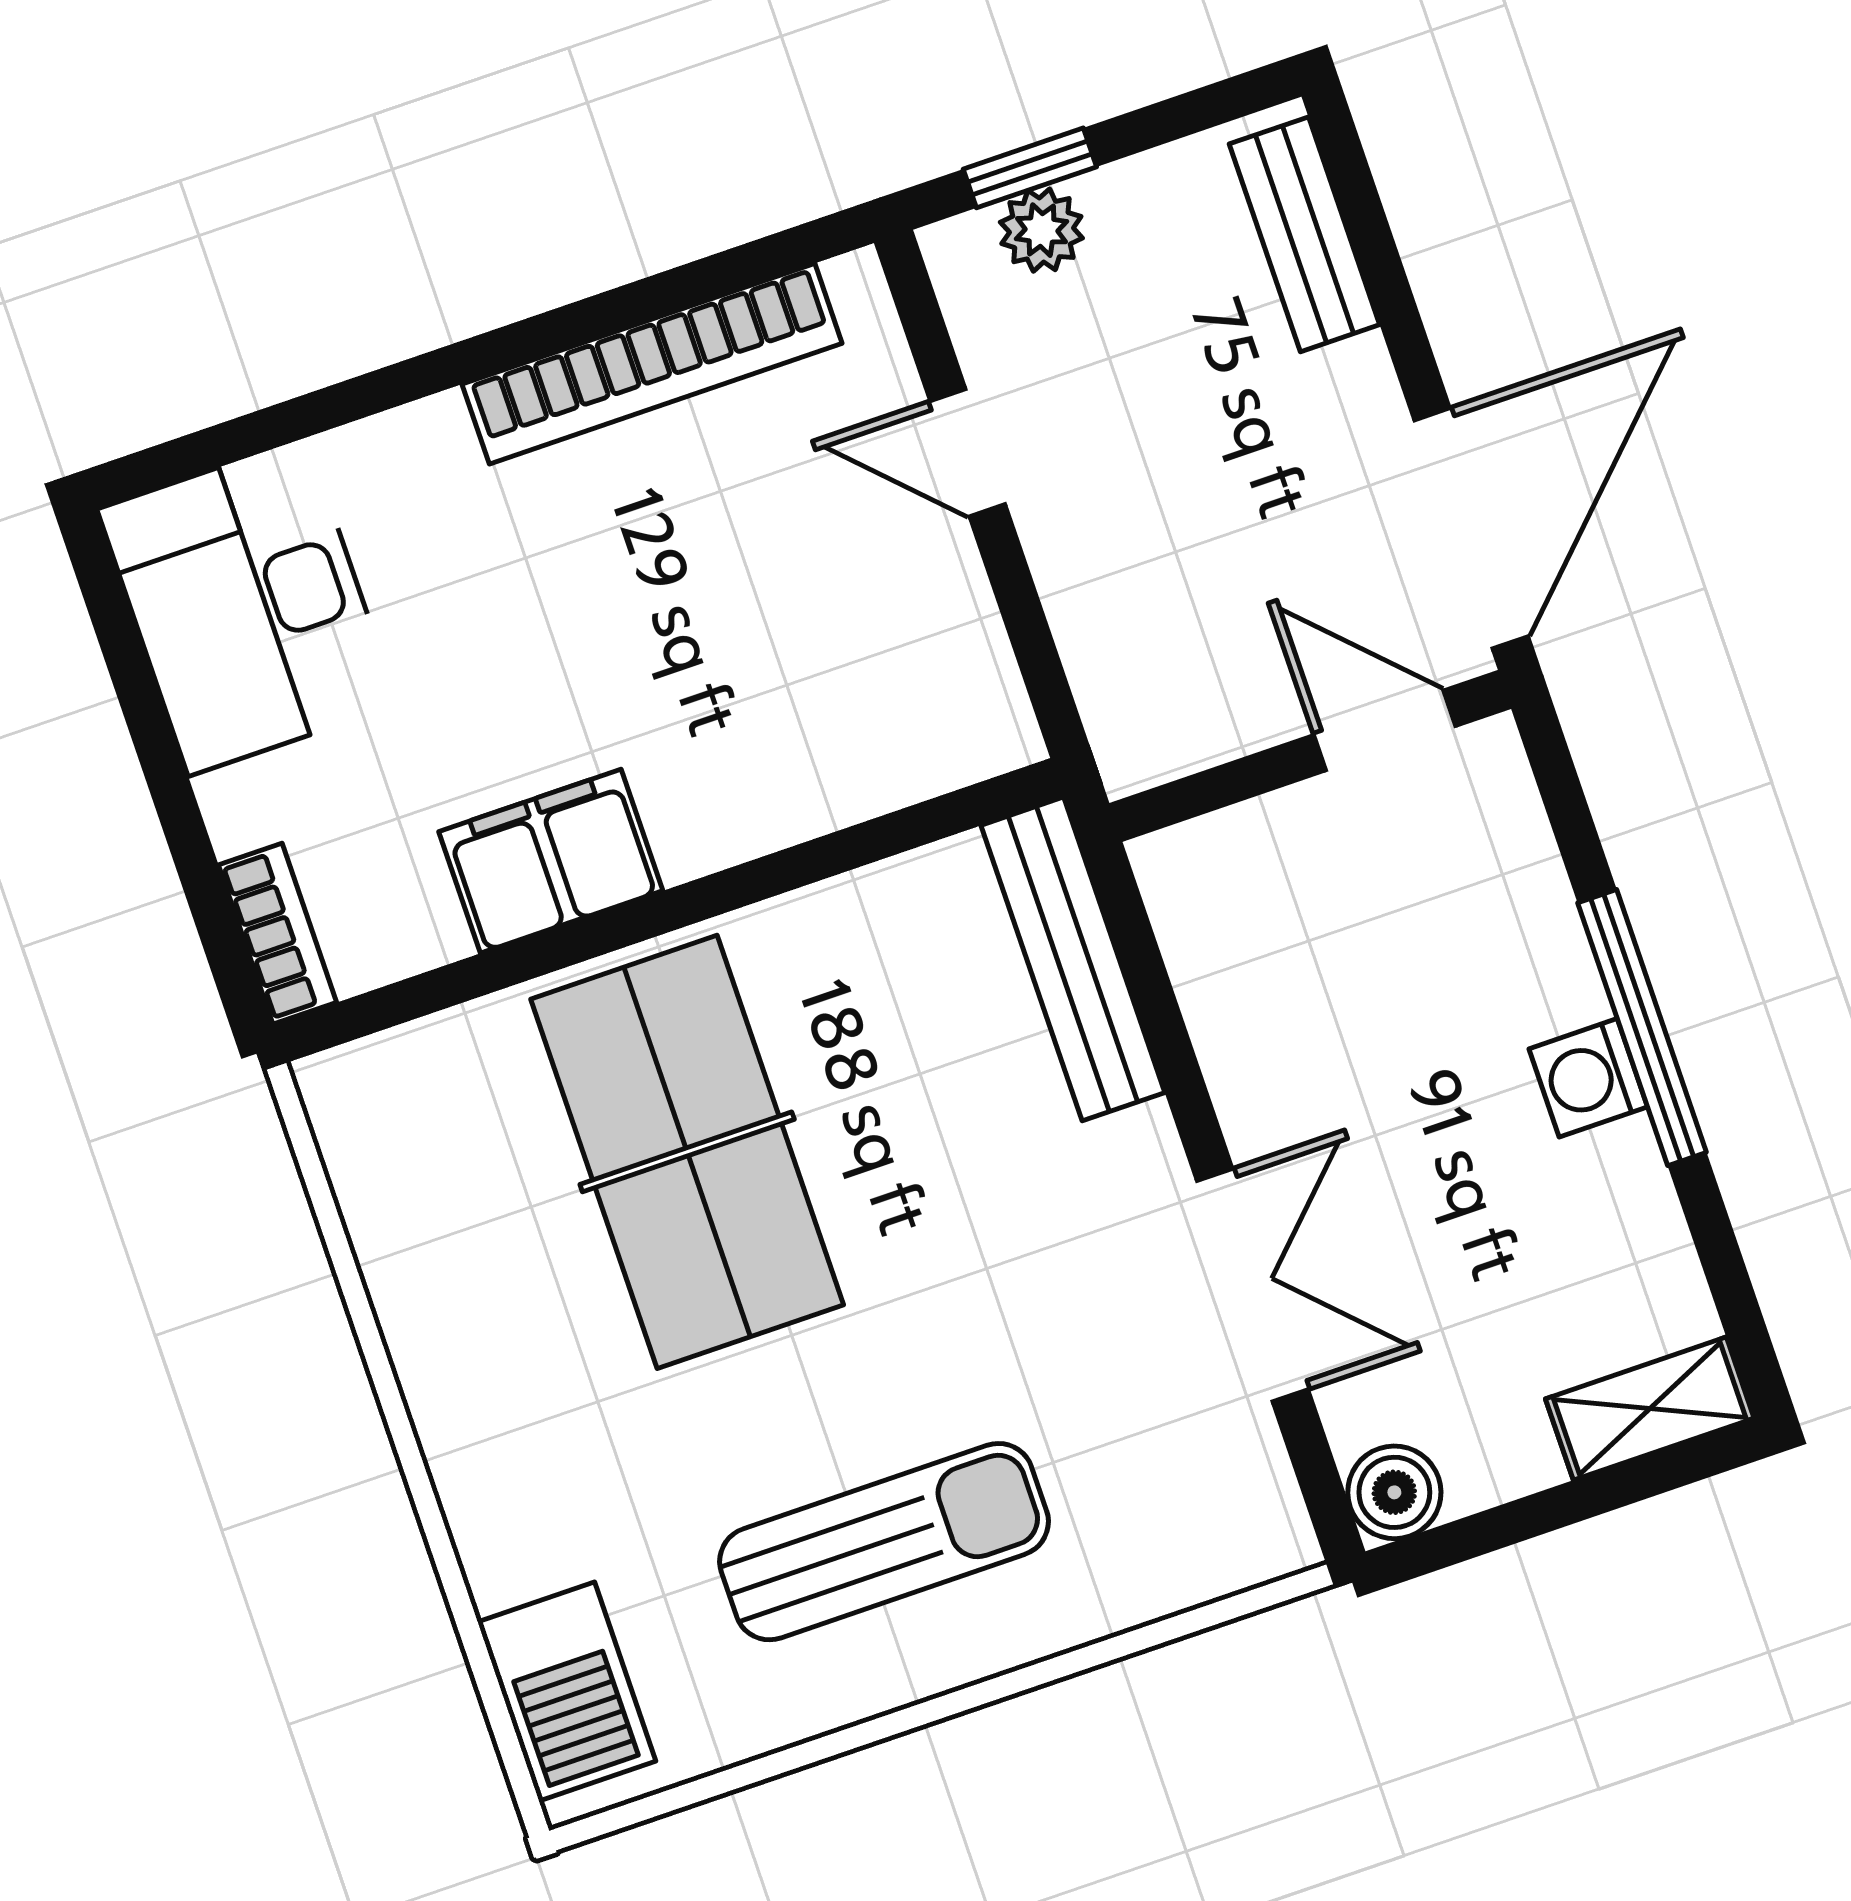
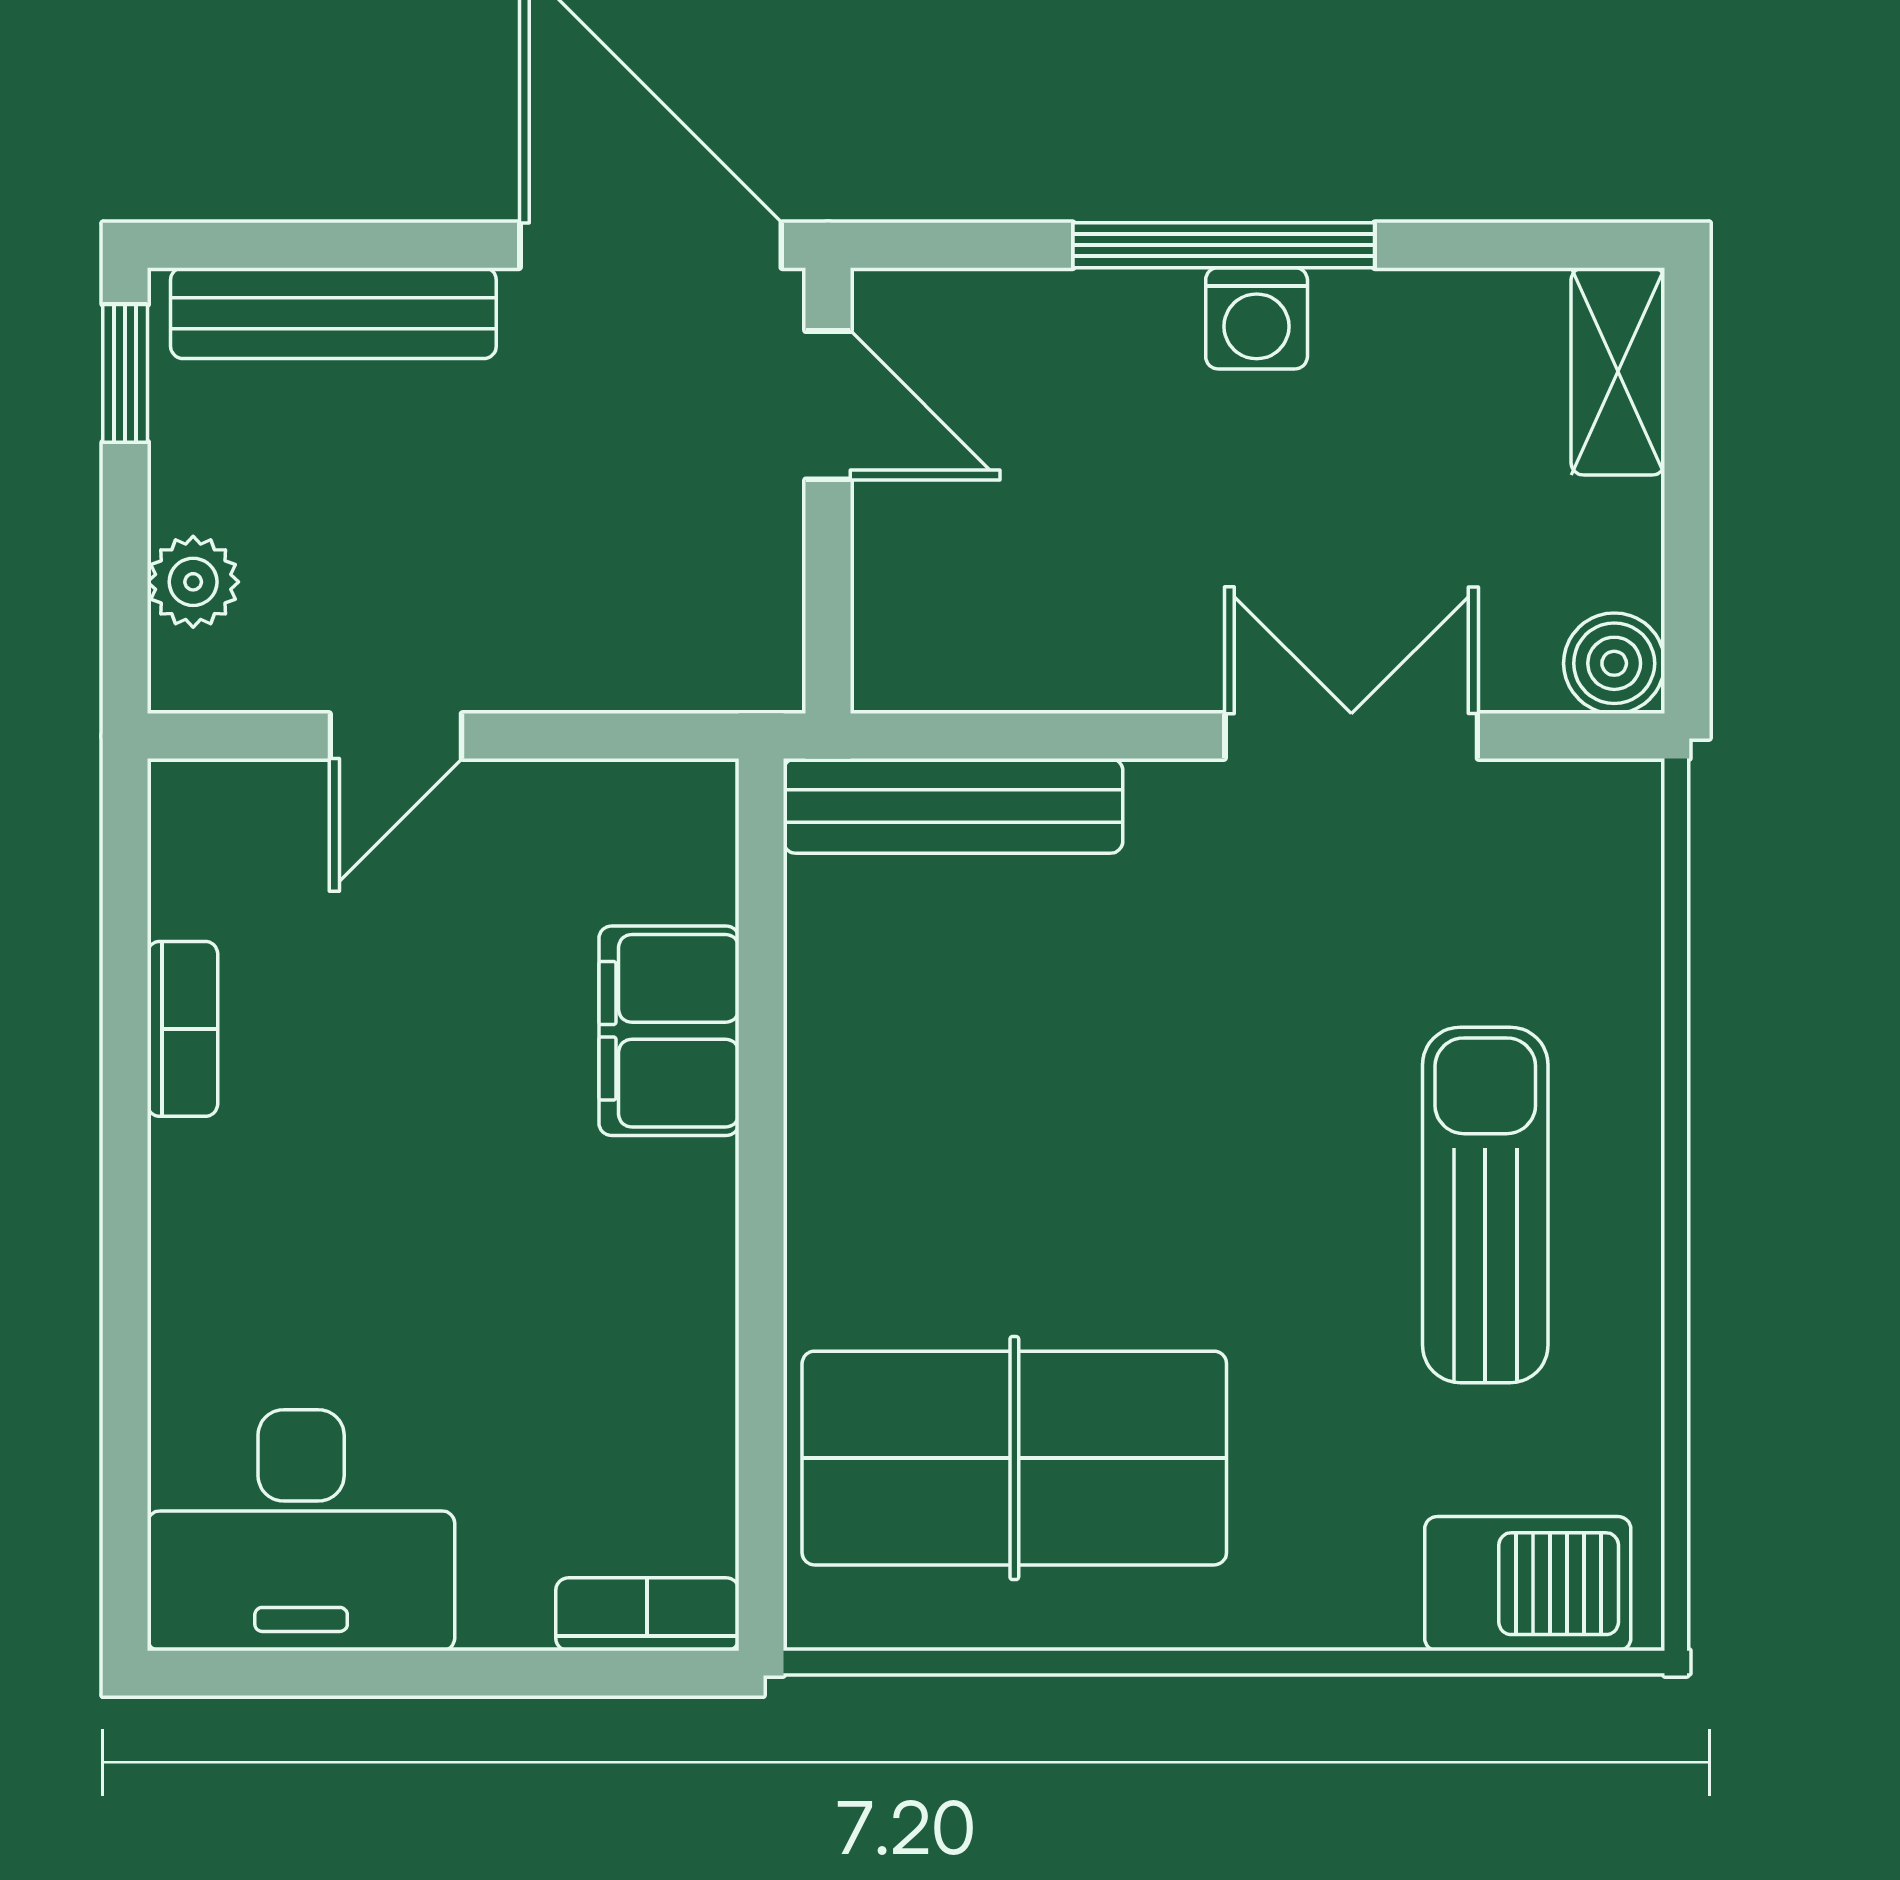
window: (1030, 168) -> (125, 373), moved
bench: (1304, 234) -> (333, 313), width x1.36
bookcase: (652, 364) -> (183, 1029), width x0.43, depth x0.76
door: (1385, 730) -> (828, 405), swing flipped
filing cabinet: (551, 861) -> (669, 1031), moved
table tennis table: (687, 1152) -> (1014, 1458), moved

